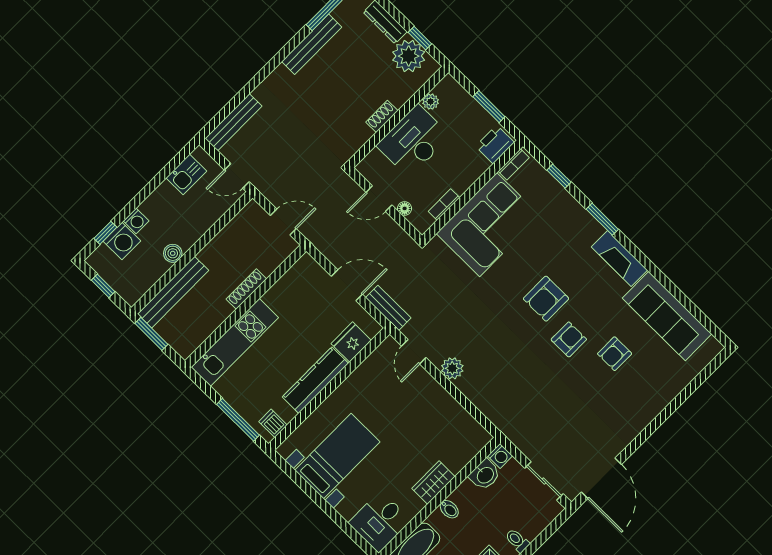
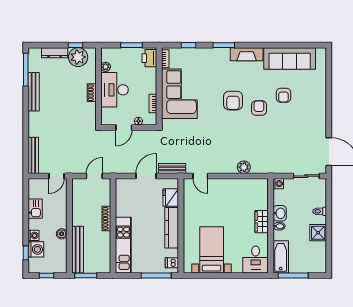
kitchen sink: (186, 174) -> (35, 209), moved
plant: (452, 368) -> (244, 167), moved
washbasin: (485, 475) -> (280, 213), moved

